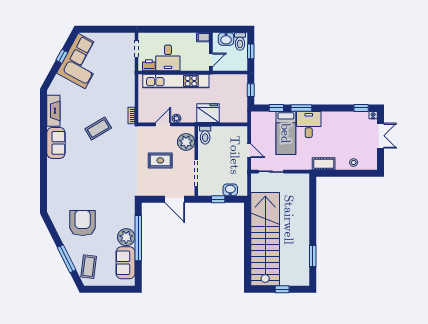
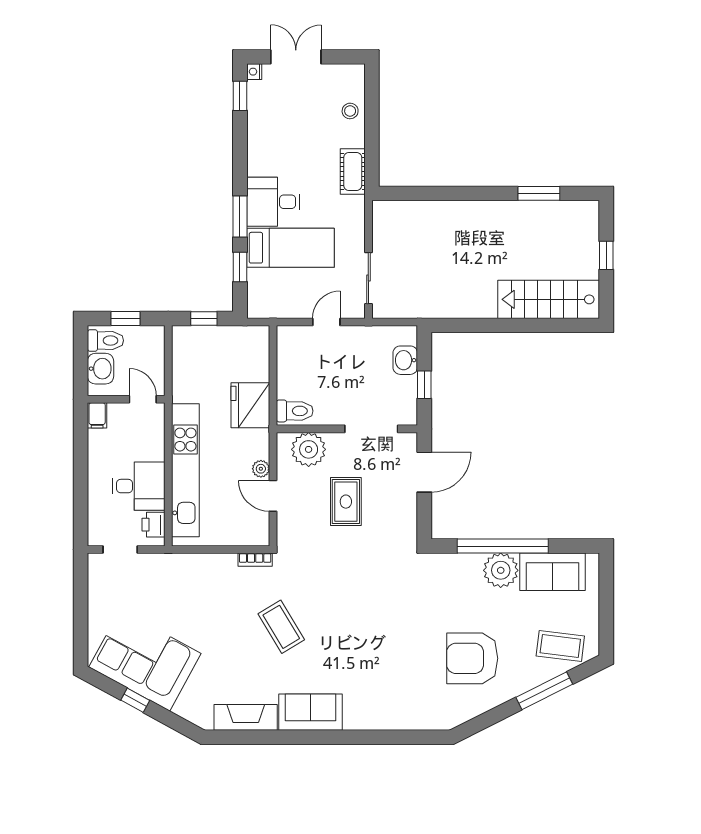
stairs: (265, 239) -> (549, 299), width x0.54, depth x0.66

